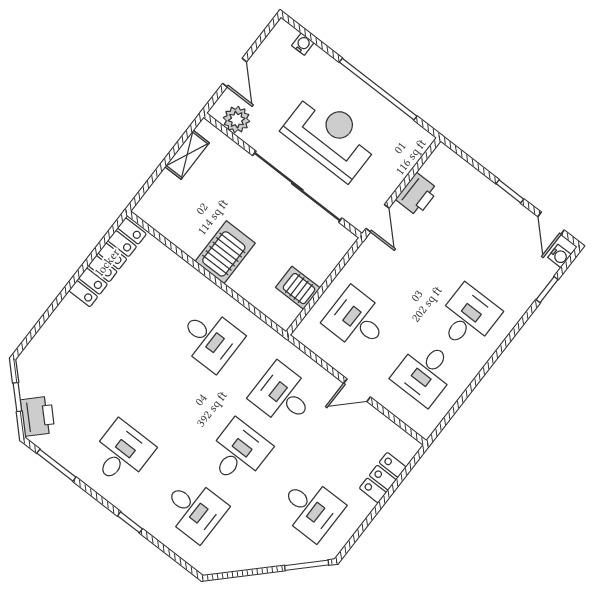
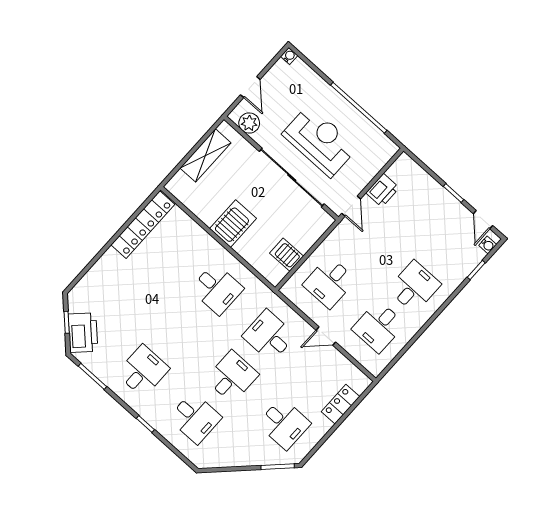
water cooler: (303, 44) -> (289, 56), moved
shelving: (187, 155) -> (206, 155), width x1.50, depth x1.33
desk: (357, 320) -> (329, 282), turned -90
printer: (38, 416) -> (83, 333), width x1.37, depth x1.19

